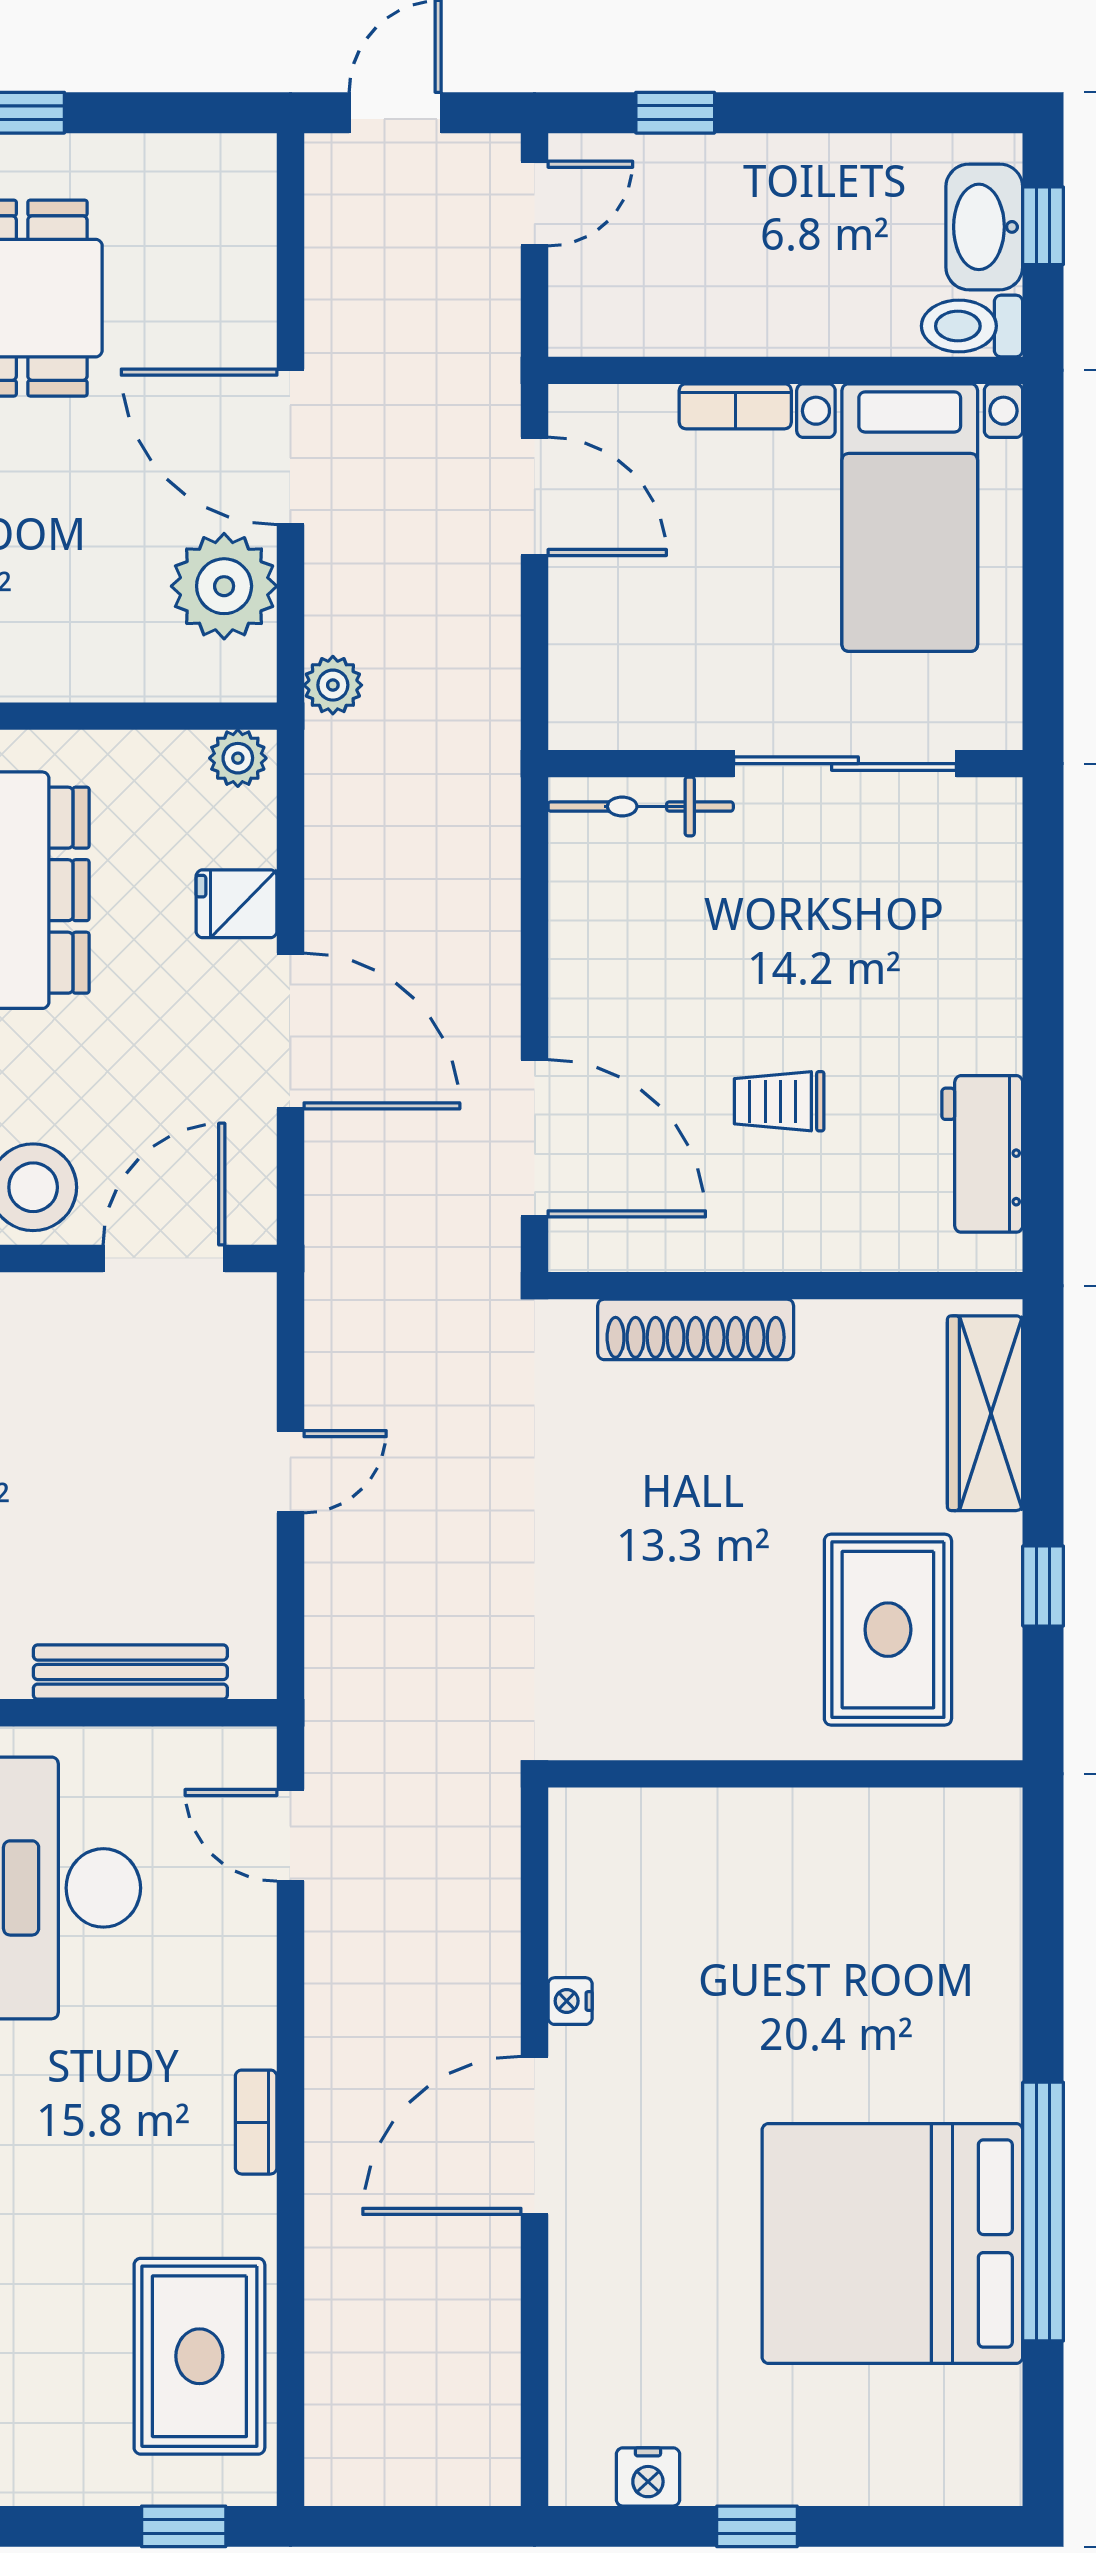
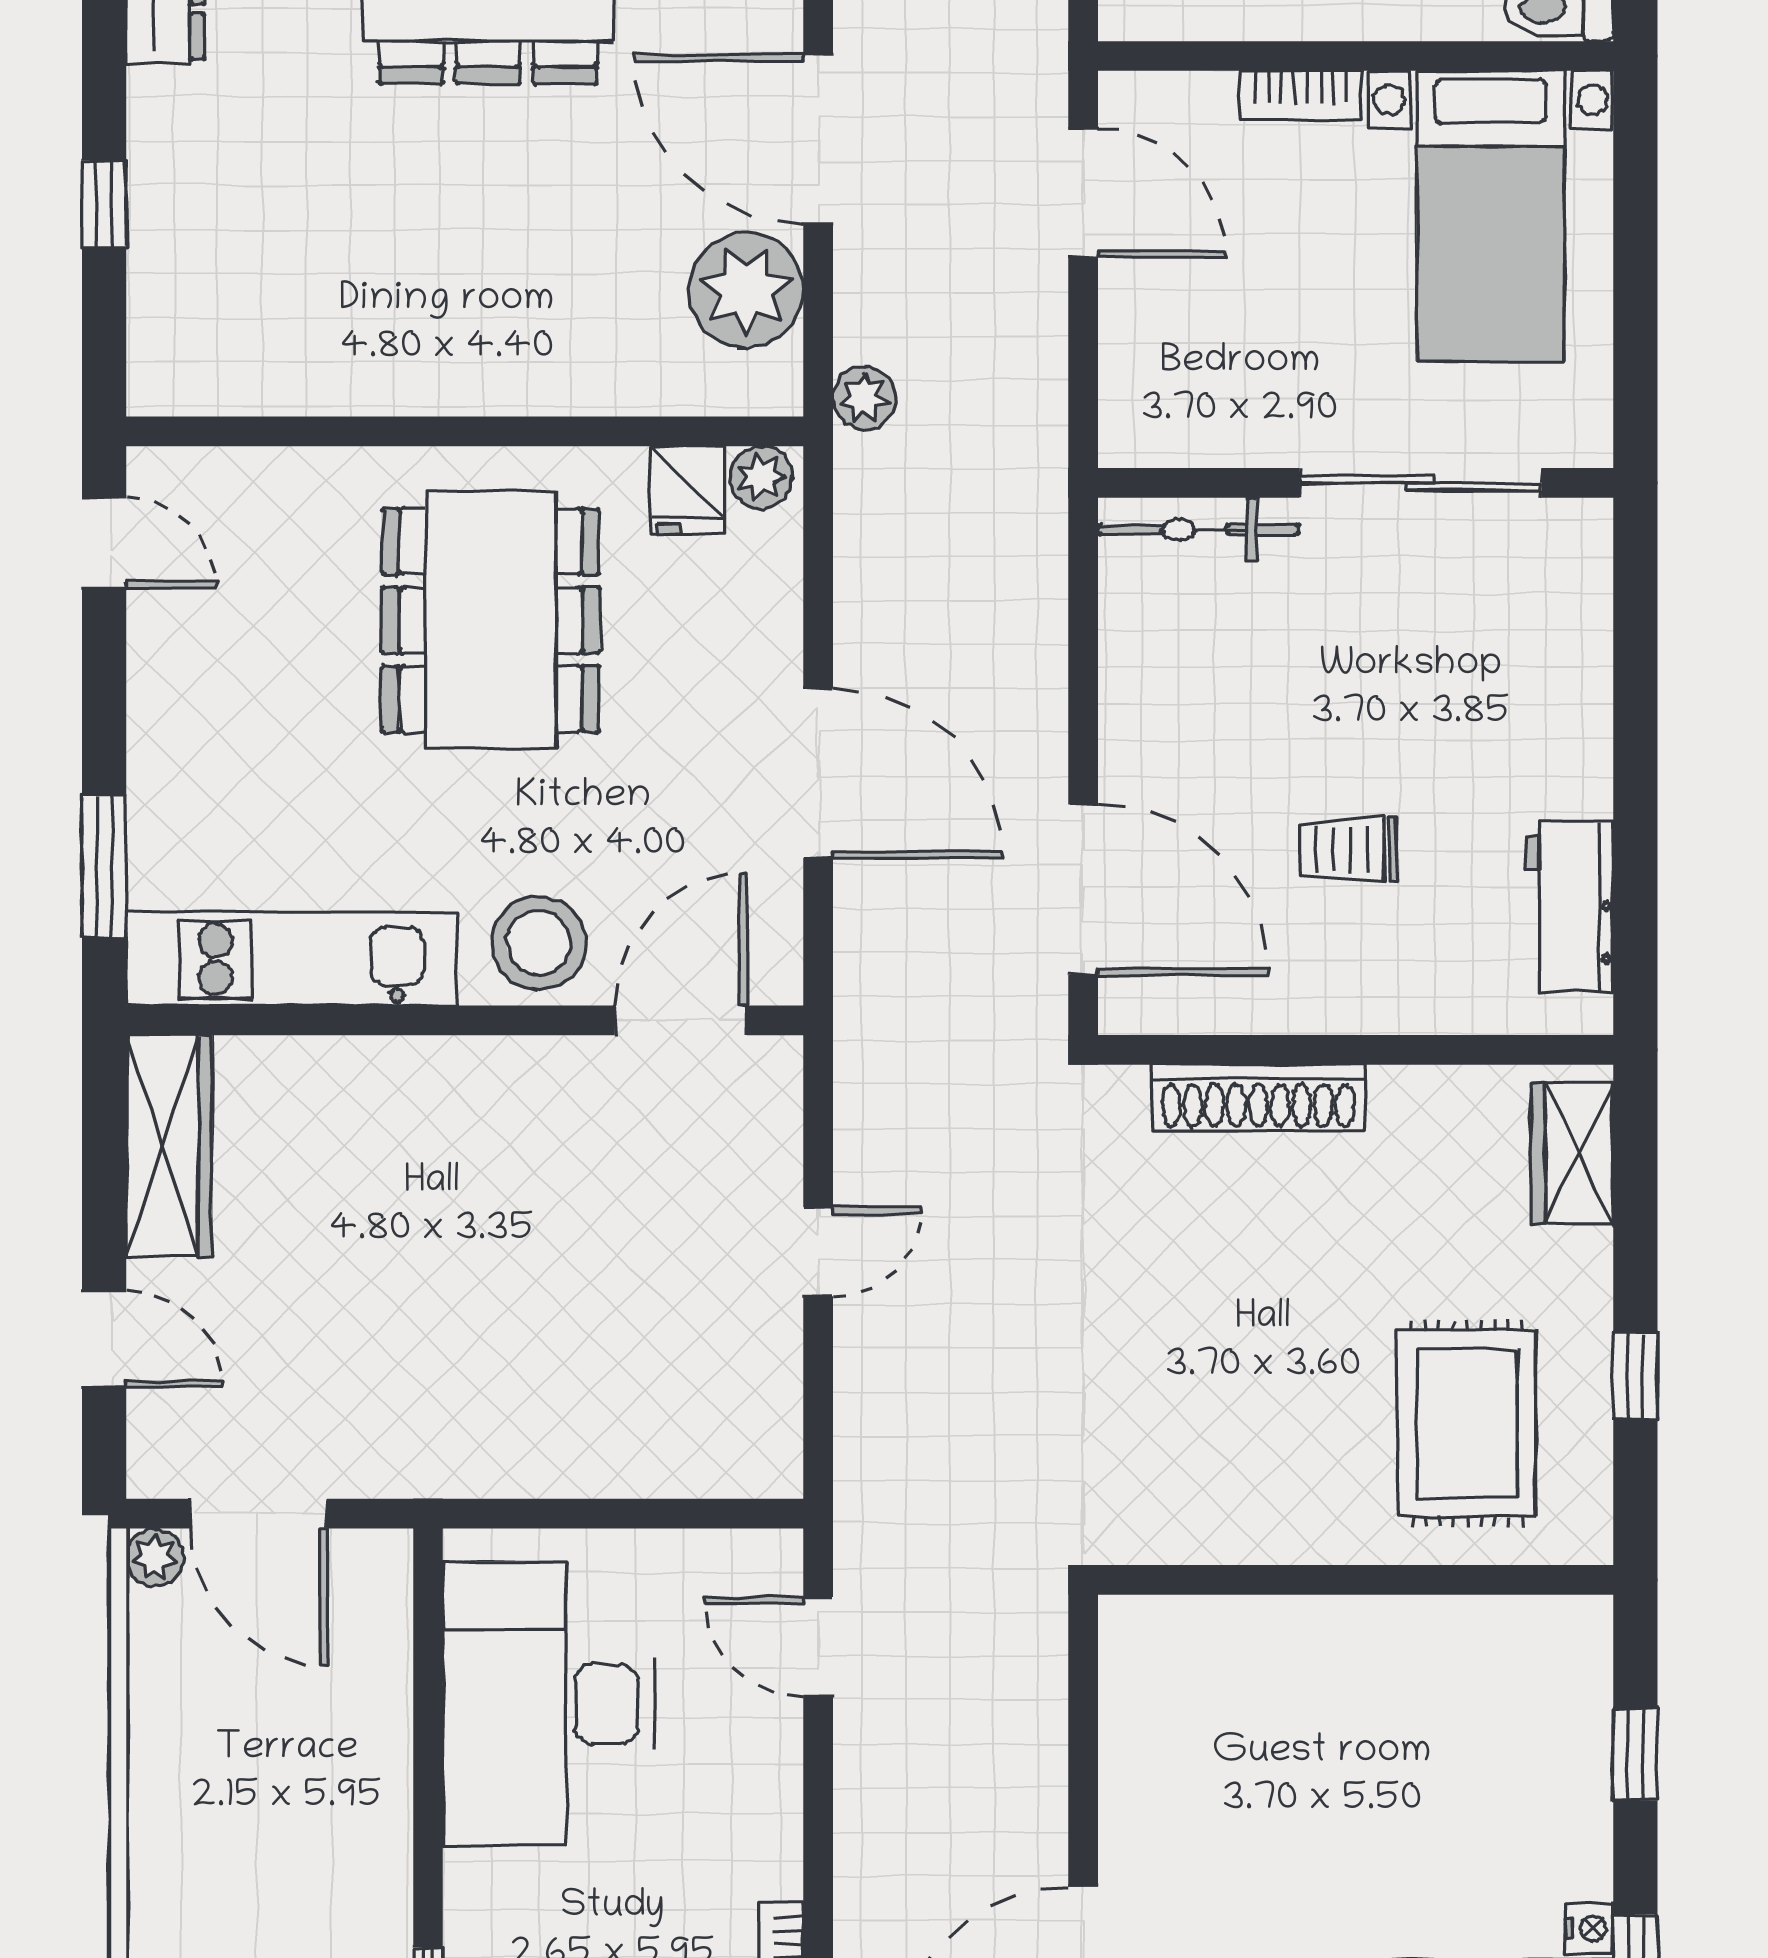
fridge: (236, 904) -> (687, 490), moved, turned -90
wardrobe: (985, 1413) -> (1572, 1153), width x0.67
bench: (130, 1672) -> (644, 1469), removed
window: (1043, 1934) -> (1635, 1754), added
nightstand: (570, 2001) -> (1589, 1928), moved, turned 180

